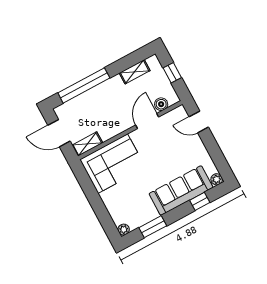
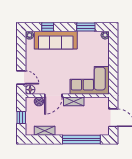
floor lamp: (180, 113) -> (30, 90), added
shelving: (87, 144) -> (74, 101), moved

